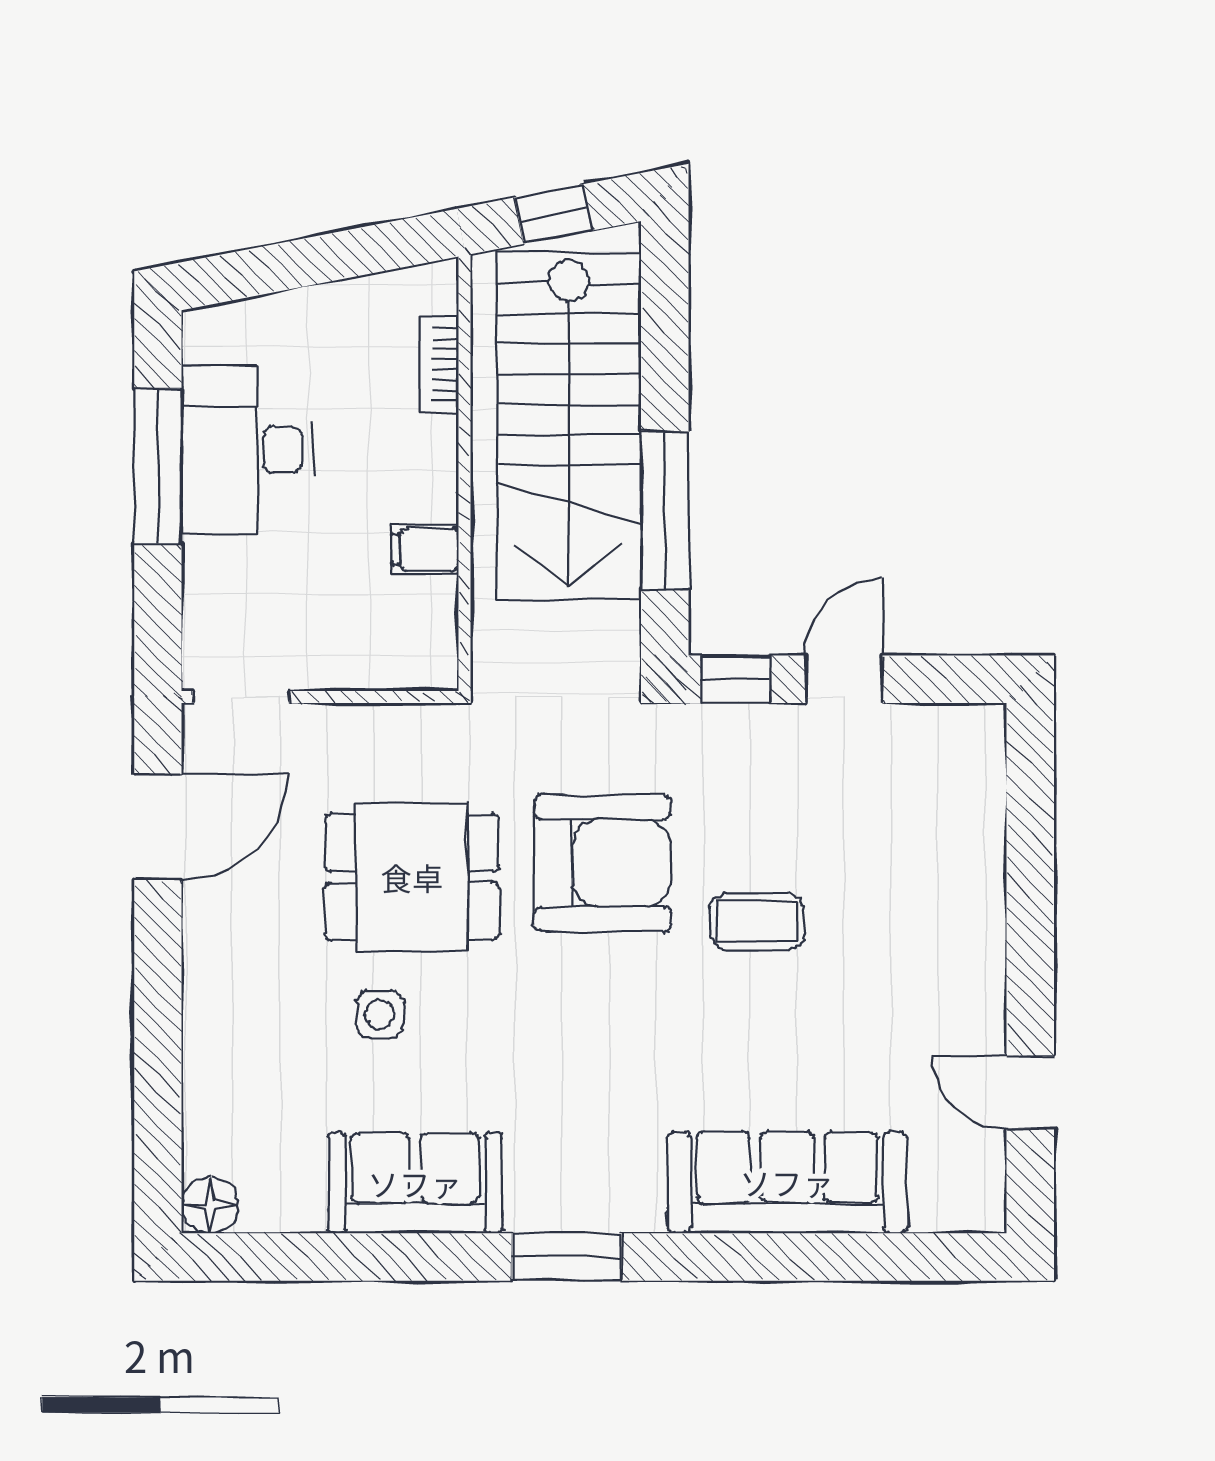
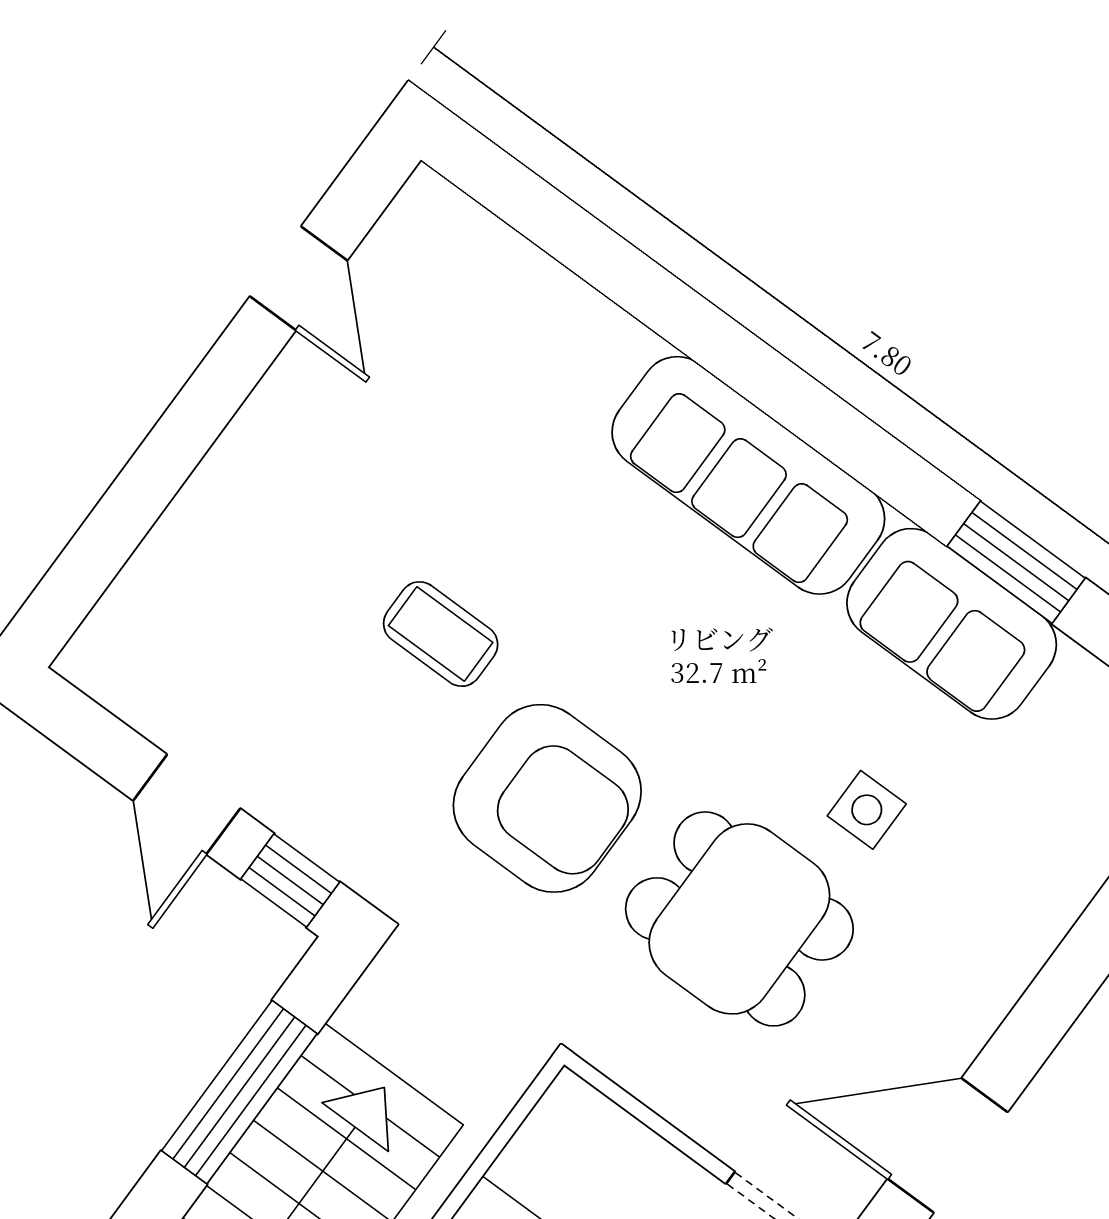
door: (844, 679) -> (187, 804), hinge flipped
armchair: (602, 863) -> (547, 798), turned 180
sofa: (787, 1182) -> (748, 475), moved
window: (566, 1257) -> (1016, 562), moved

